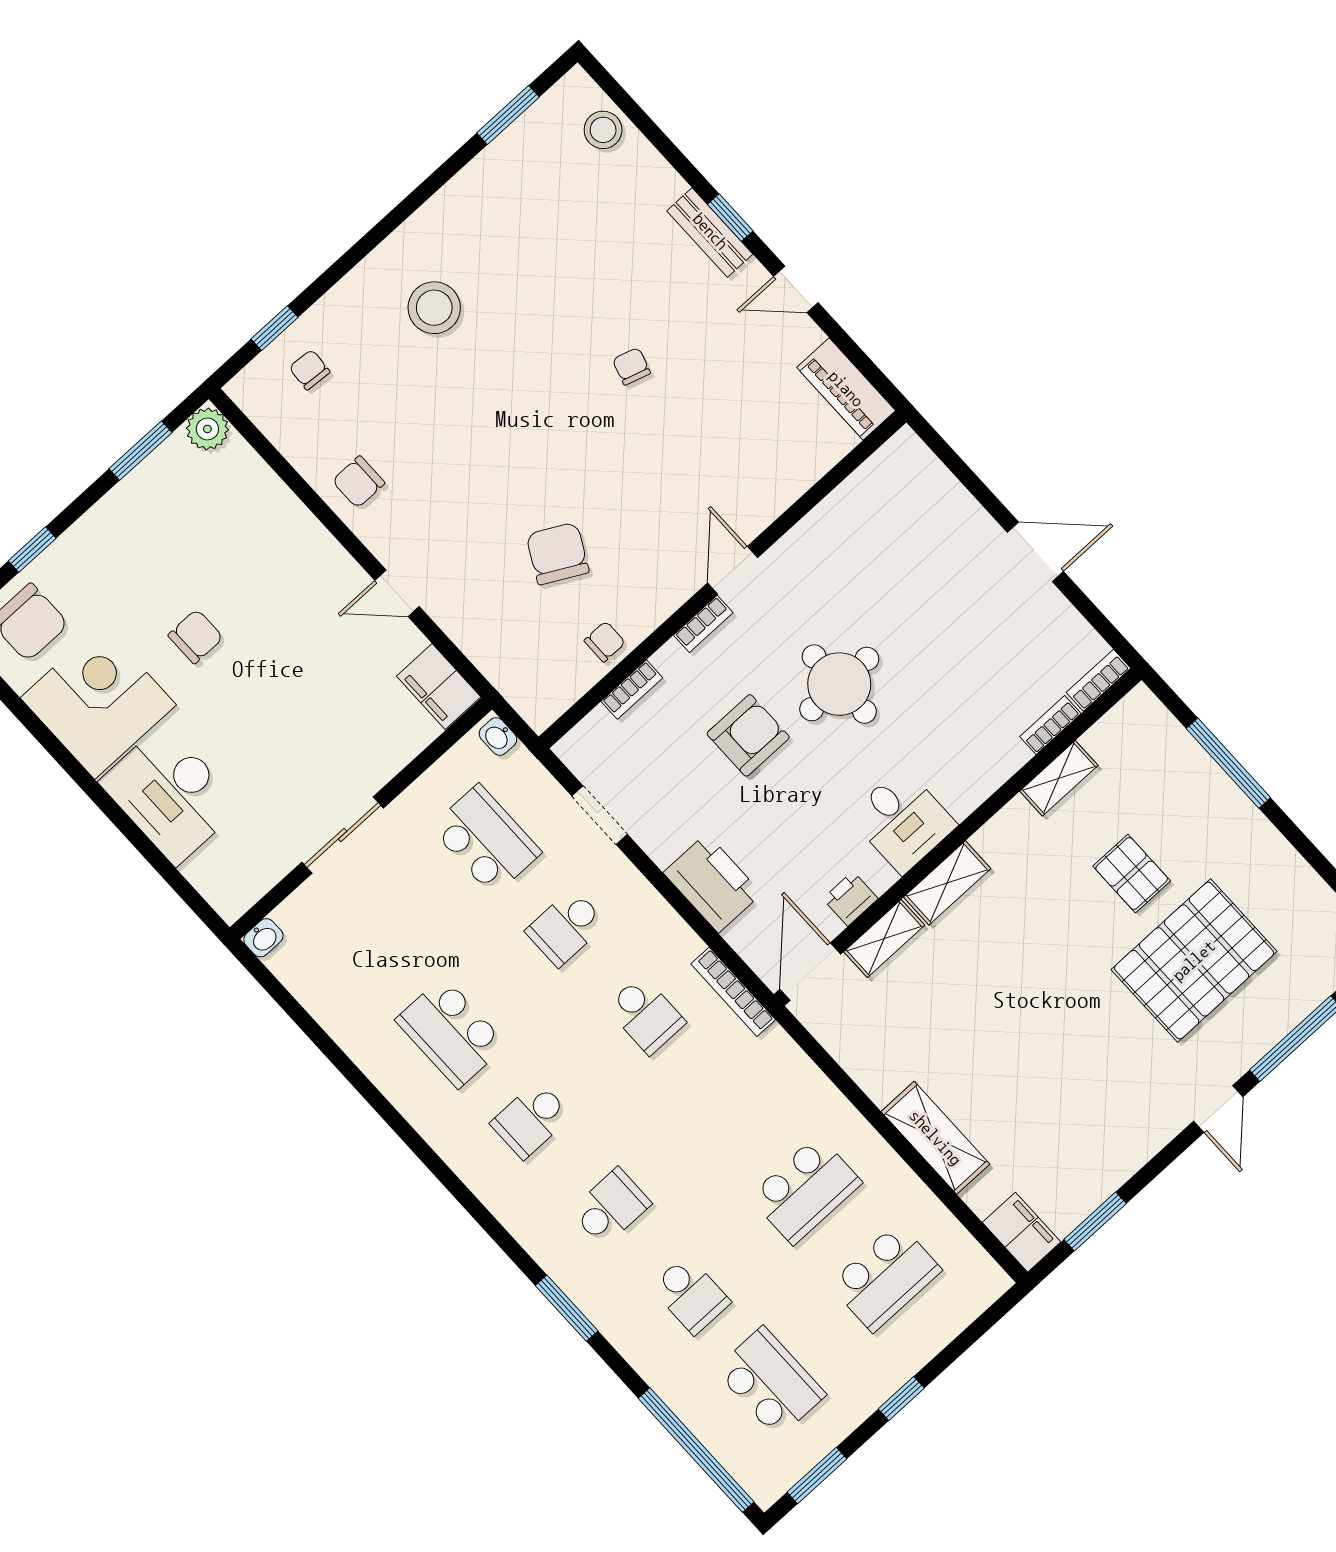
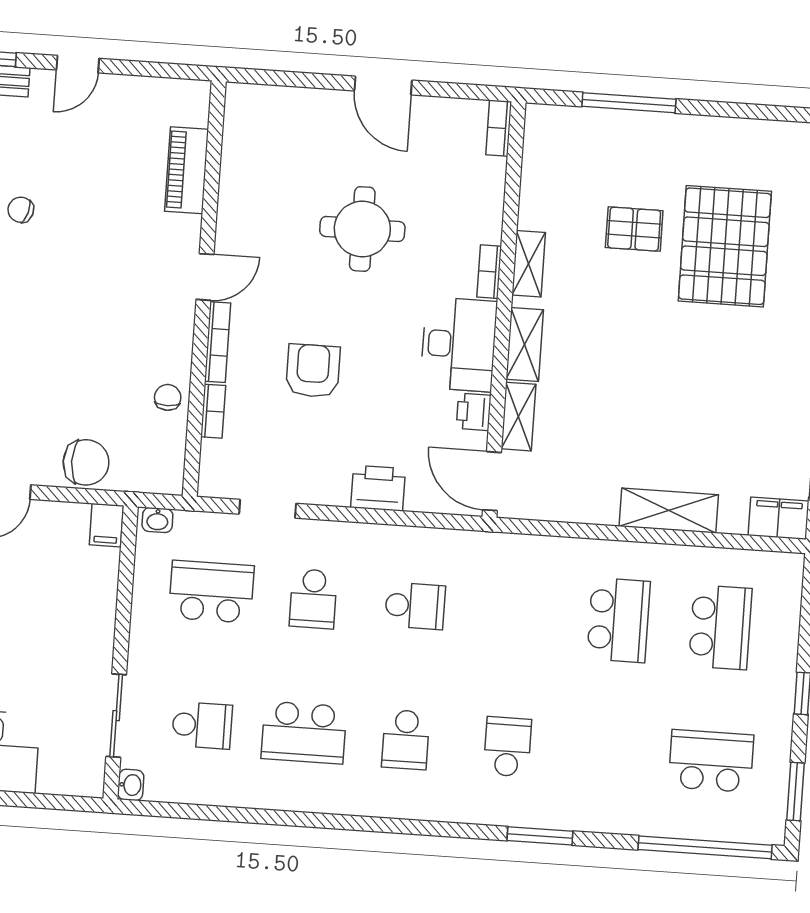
piano: (846, 389) -> (187, 170), moved, turned 90
door: (1035, 552) -> (383, 86), swing flipped
chair: (558, 554) -> (86, 462), moved, turned 152
door: (733, 570) -> (205, 277), swing flipped
bookcase: (703, 624) -> (218, 342), width x1.56
round table: (839, 684) -> (362, 229), moved
filing cabinet: (439, 687) -> (106, 525), width x0.50
bookcase: (1050, 725) -> (489, 272), moved
shelving: (1059, 778) -> (529, 264), moved
desk: (902, 820) -> (459, 344), width x1.37
sliding door: (343, 835) -> (116, 716), moved
printer: (712, 883) -> (378, 488), width x0.73, depth x0.84
bookcase: (733, 992) -> (456, 540), removed
school desk: (691, 1295) -> (202, 725), moved

